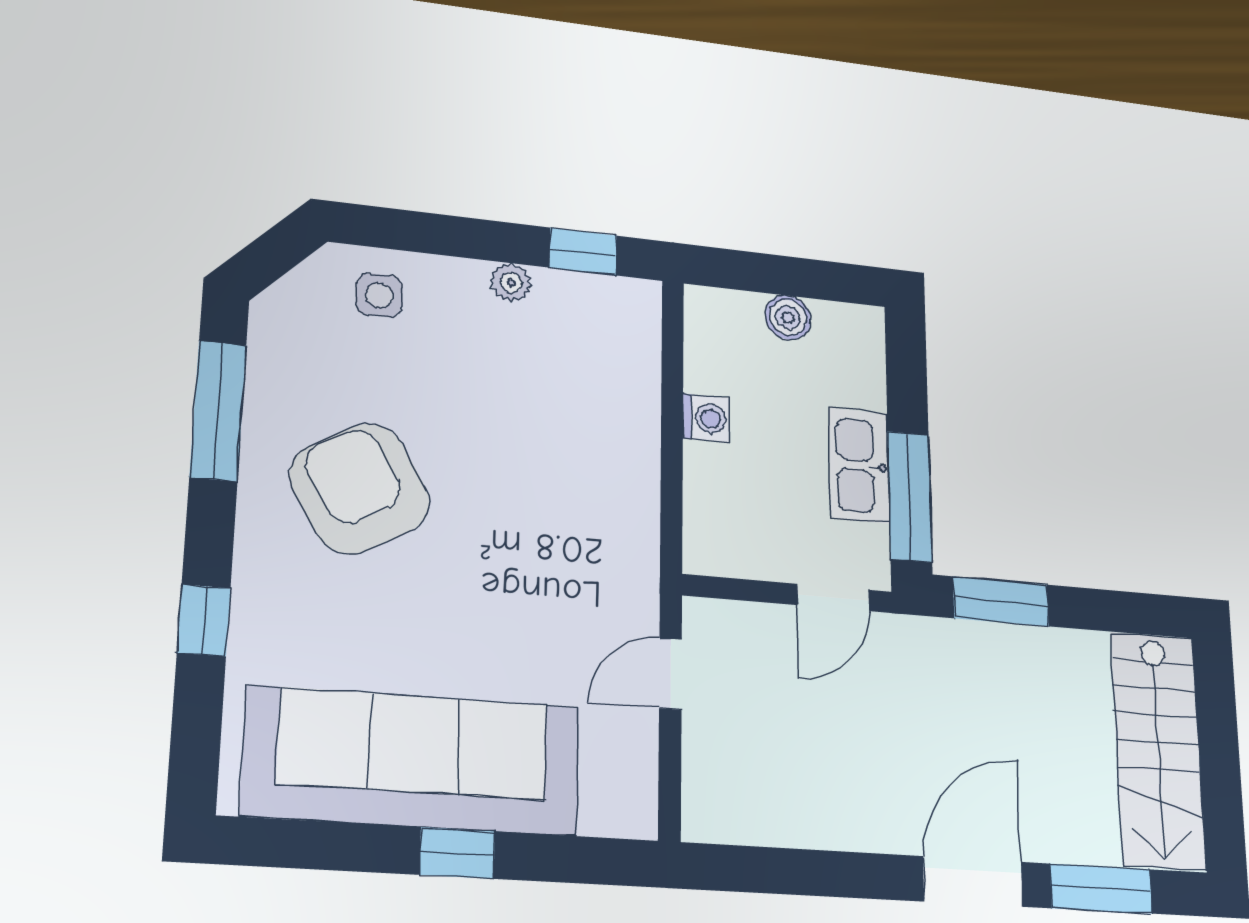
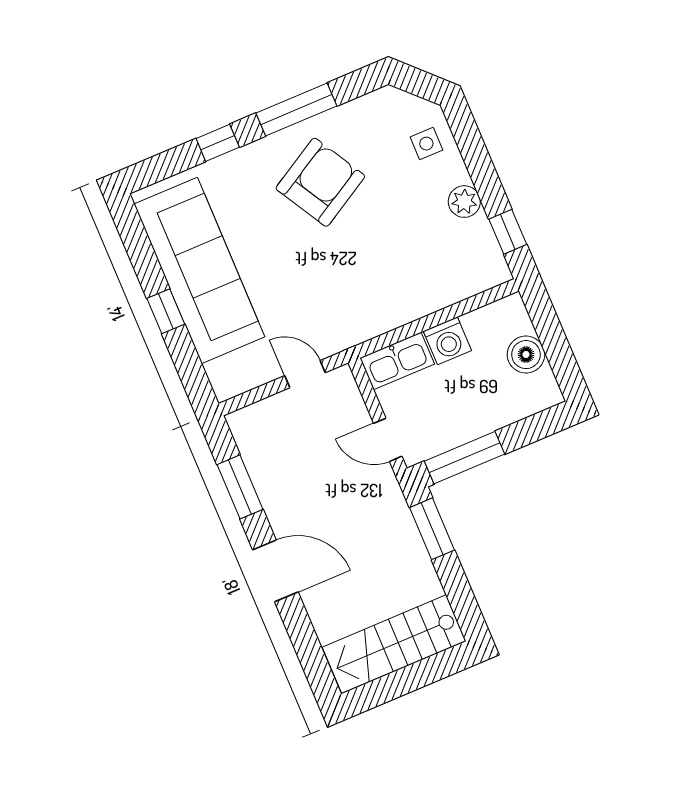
plant: (511, 282) -> (464, 202), width x1.38, depth x1.38
boiler: (788, 317) -> (526, 355), width x1.36, depth x1.36
window: (218, 411) -> (296, 110), moved
washing machine: (706, 418) -> (447, 341), width x1.38, depth x1.38
kitchen sink: (859, 465) -> (397, 361), moved, turned 180
window: (1101, 889) -> (240, 487), moved

